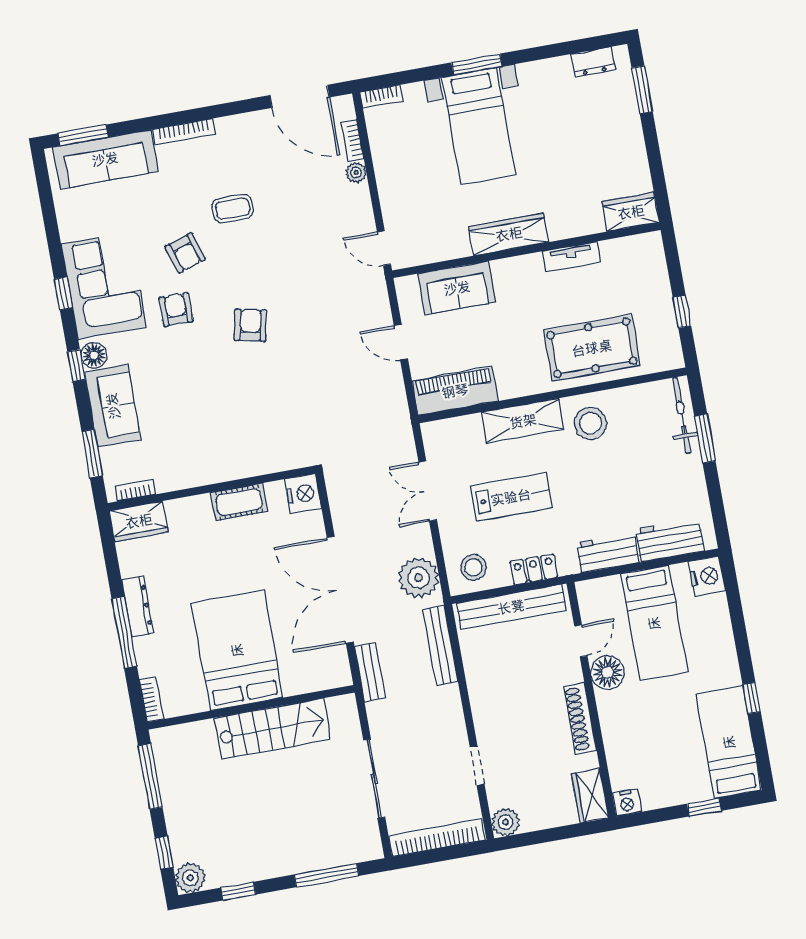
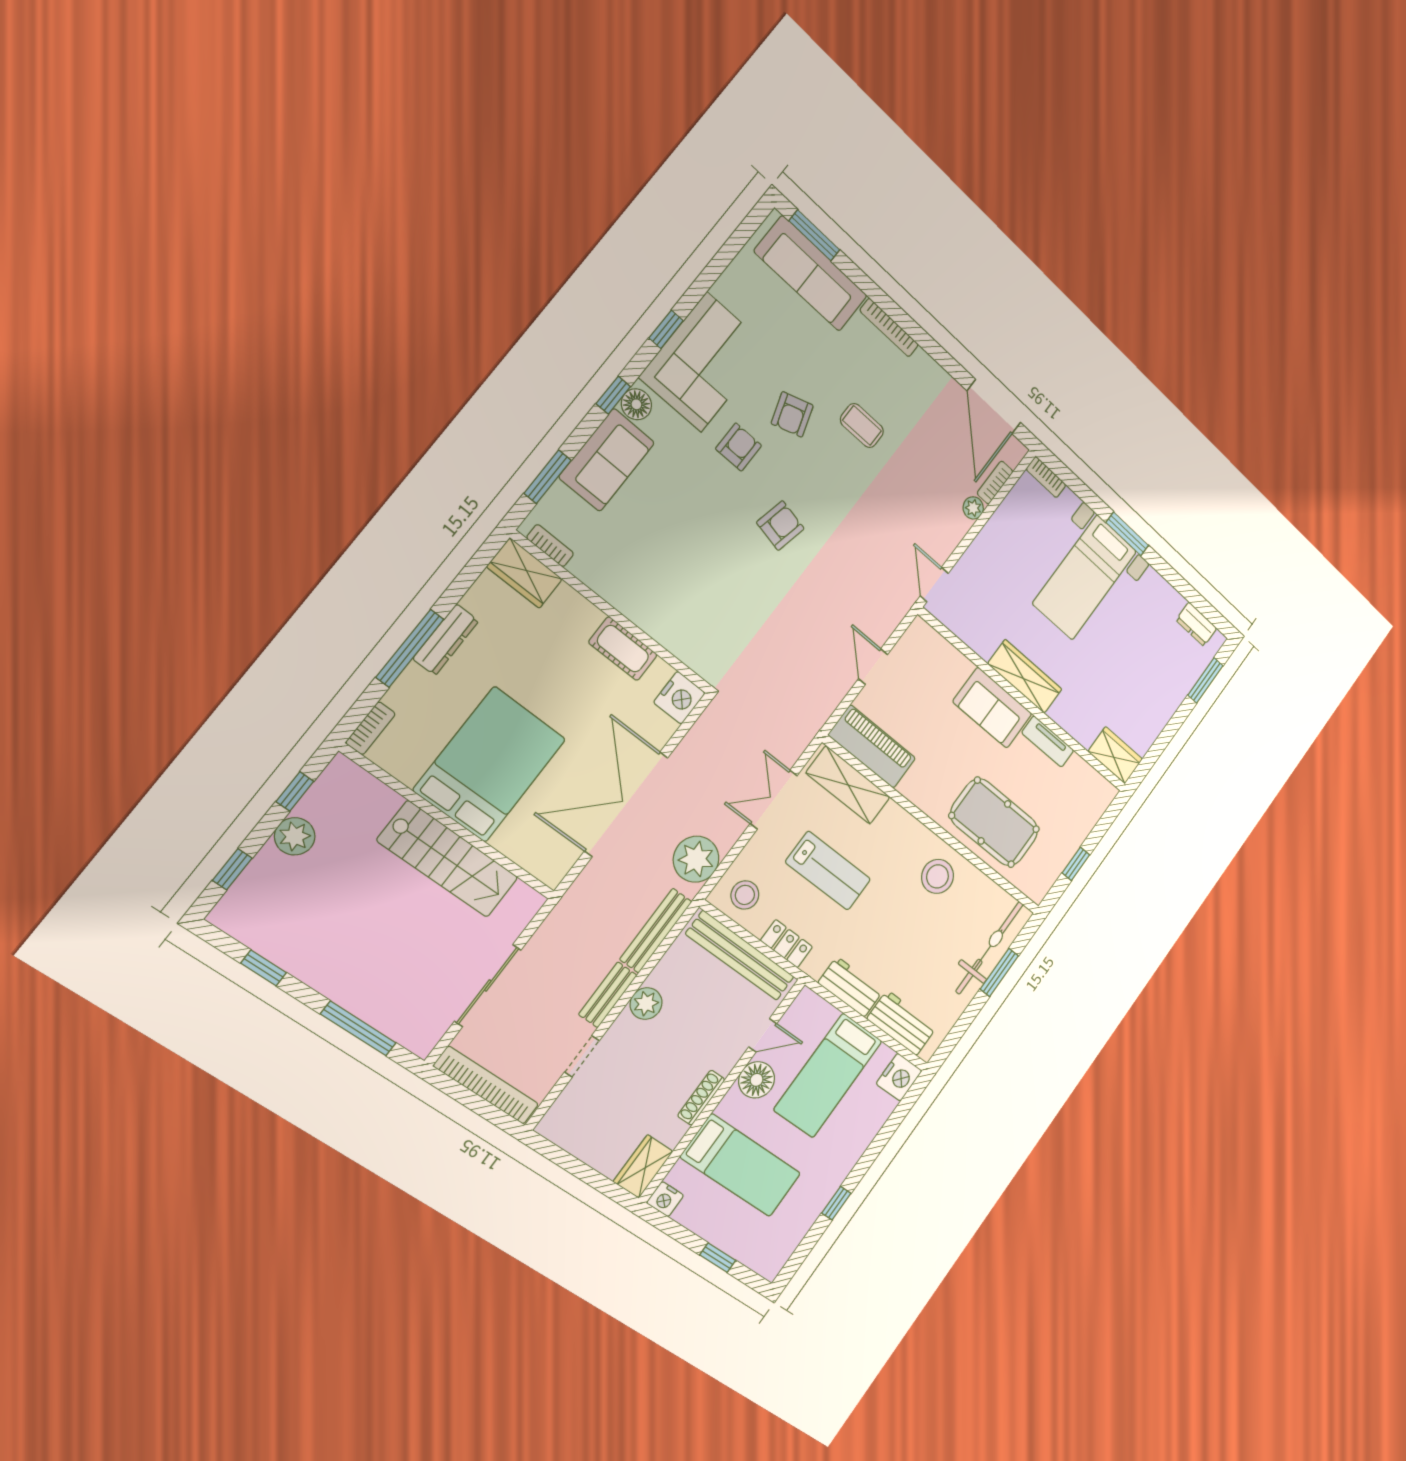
sofa: (457, 288) -> (992, 708), moved
bicycle: (682, 415) -> (989, 948), width x1.37, depth x1.40
shelving: (523, 421) -> (848, 785), moved
bench: (370, 672) -> (608, 995), moved
shoe rack: (580, 719) -> (701, 1098), width x0.74, depth x0.81
bed: (729, 742) -> (741, 1165), moved, turned 90
window: (150, 776) -> (295, 791), width x0.46
plant: (505, 822) -> (646, 1004), moved
plant: (190, 878) -> (295, 836), moved

